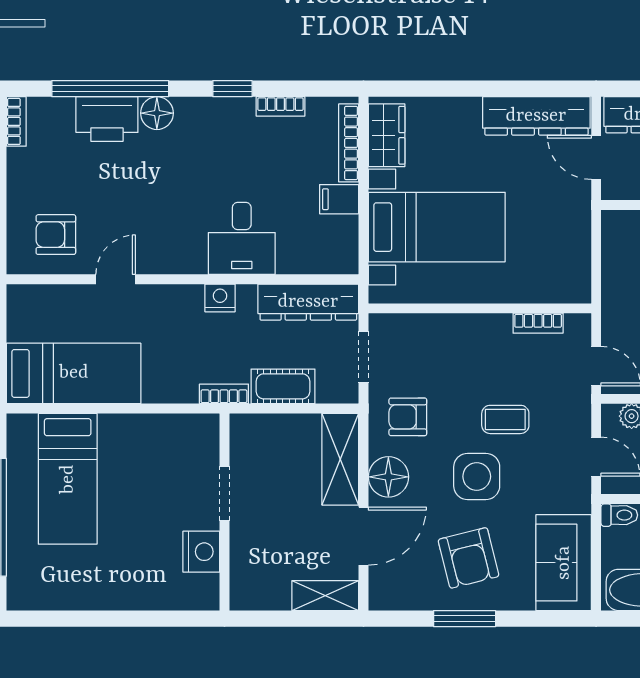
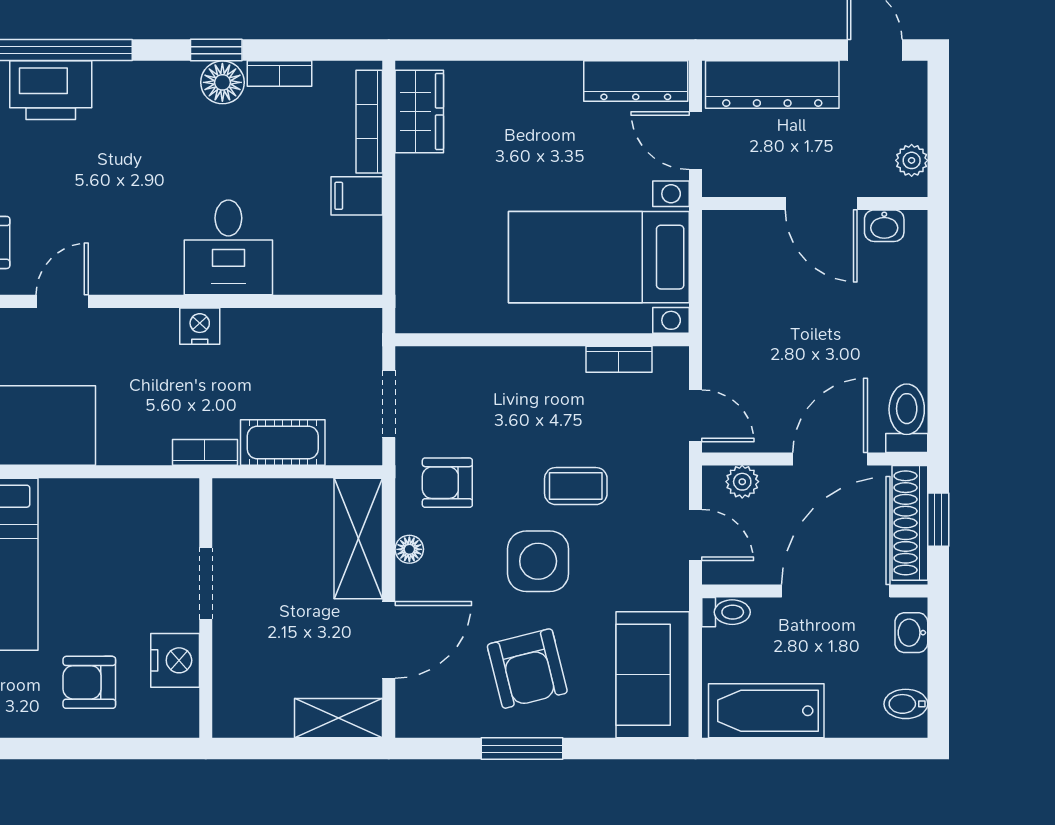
floor lamp: (157, 113) -> (222, 82), moved
dresser: (536, 116) -> (636, 81), width x0.73, depth x0.80
bed with nightstands: (437, 227) -> (599, 257), moved, turned 180
dresser: (308, 302) -> (316, 331), removed
floor lamp: (388, 477) -> (409, 549), width x0.53, depth x0.53
armchair: (136, 568) -> (89, 682), added

